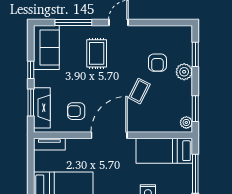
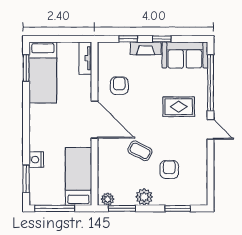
window: (73, 23) -> (211, 83), width x1.46
armchair: (157, 63) -> (169, 169), turned 90
plant: (184, 72) -> (144, 197), moved
window: (31, 103) -> (128, 39), width x0.67
fireplace: (42, 108) -> (146, 48), moved, width x0.73, depth x0.76

